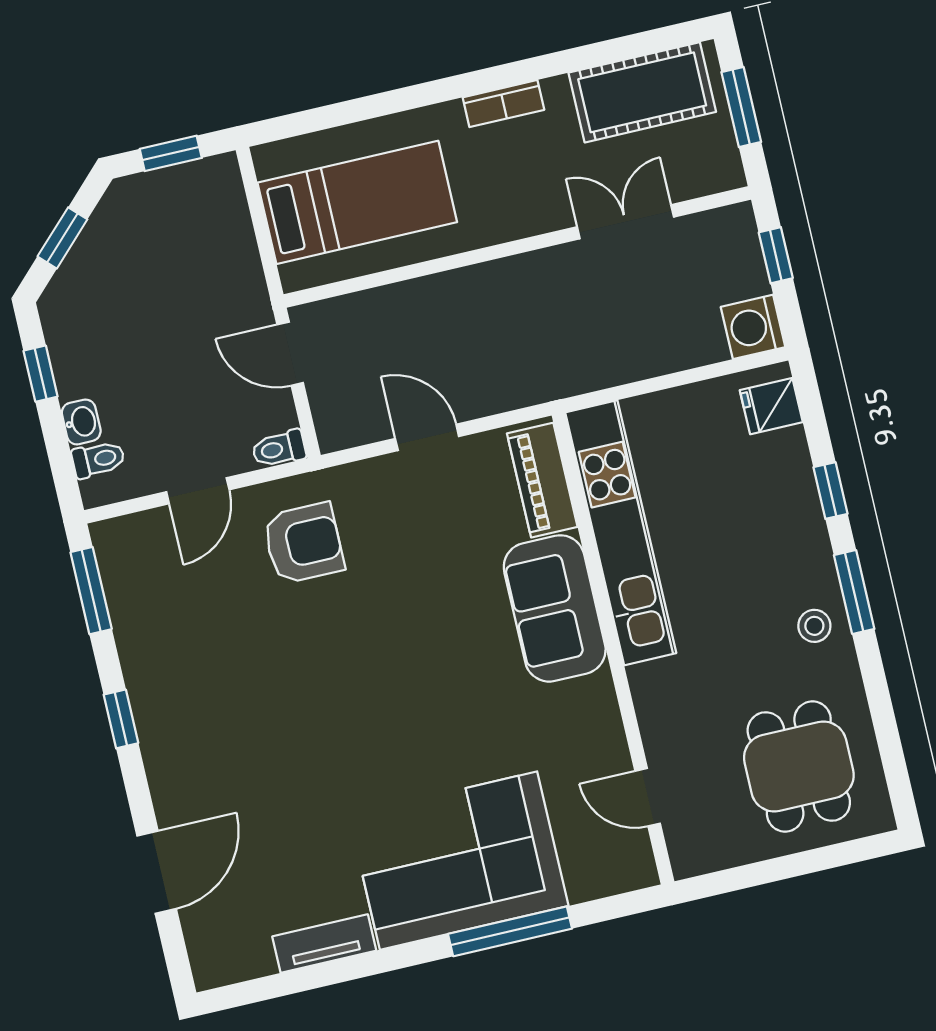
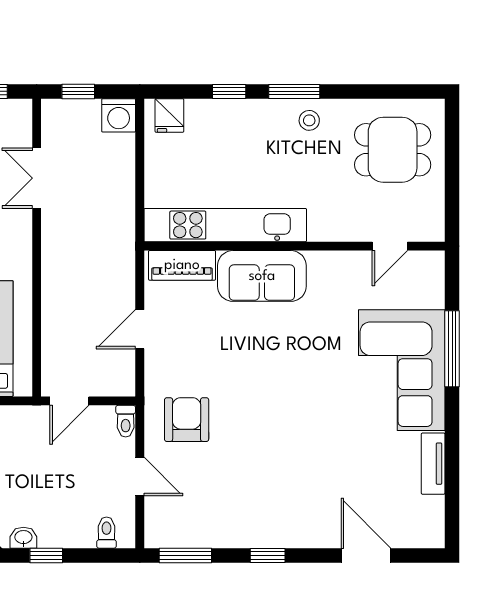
washbasin: (81, 422) -> (23, 538), moved

